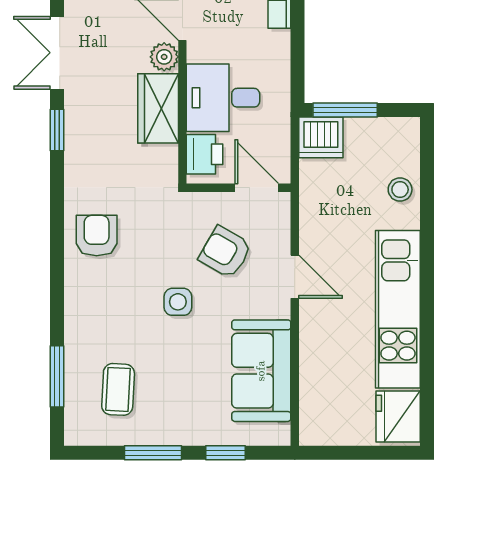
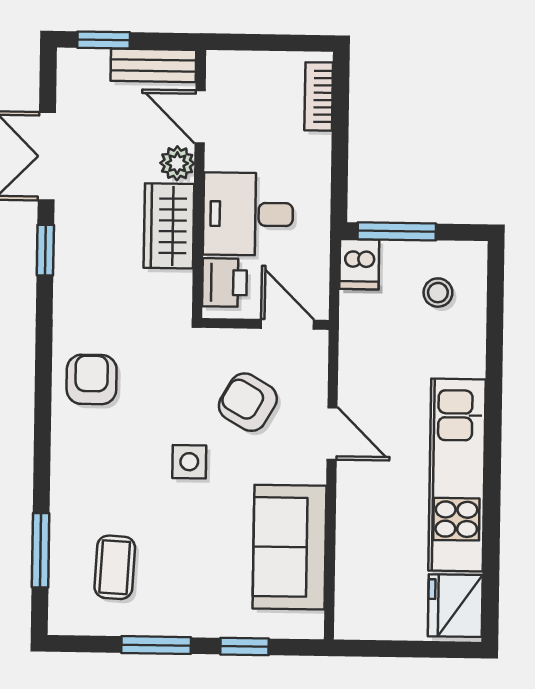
dishwasher: (321, 137) -> (359, 264), width x0.73
stool: (400, 190) -> (438, 293), moved

